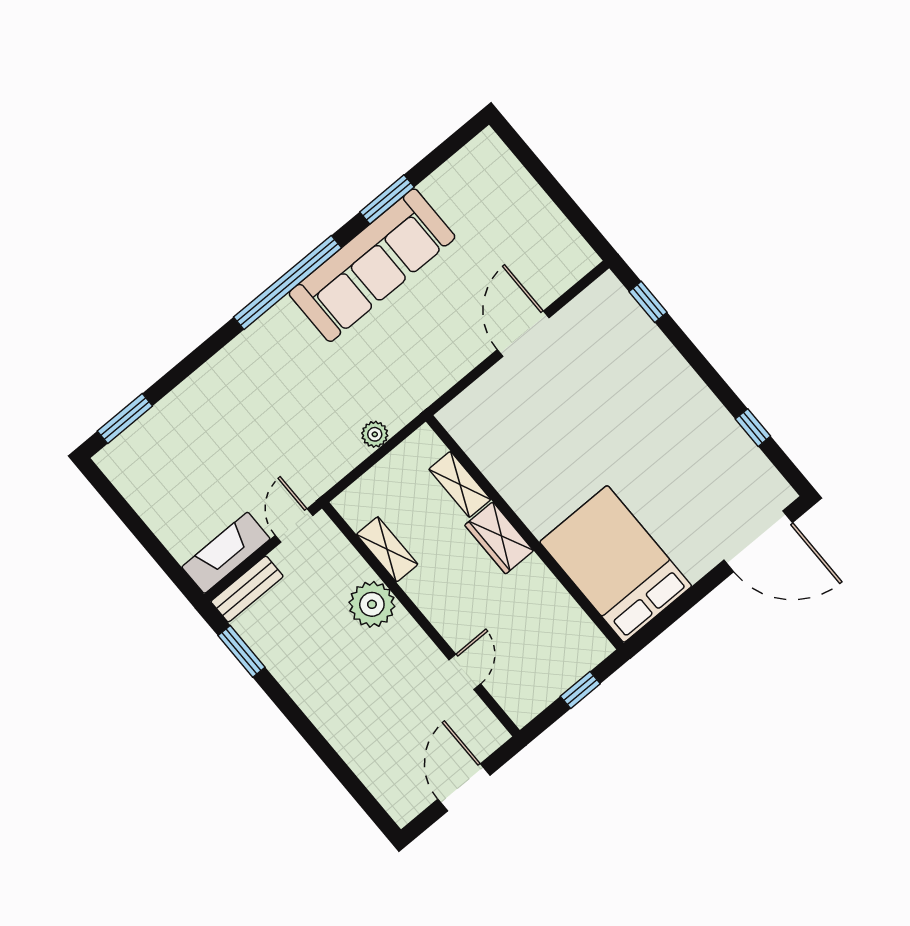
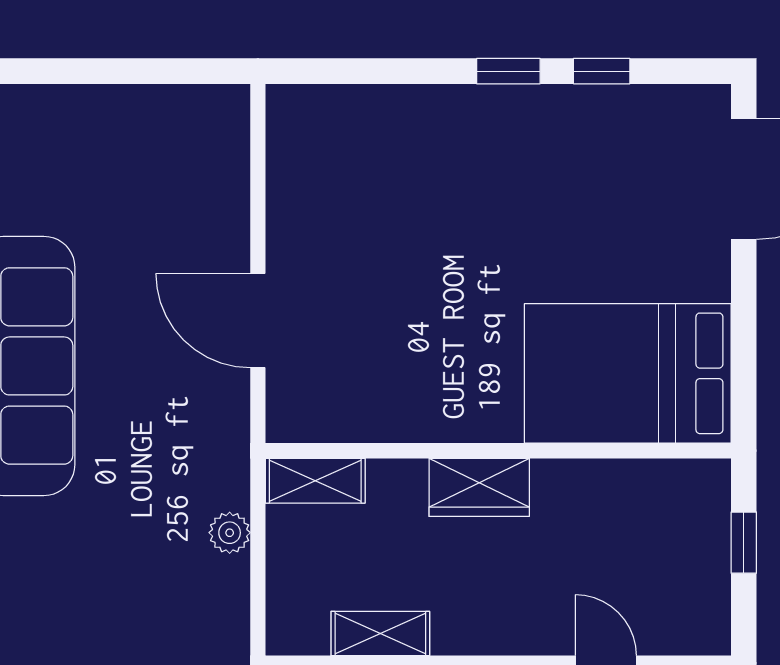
window: (648, 302) -> (508, 71), moved
door: (523, 334) -> (258, 321), moved
shelving: (460, 484) -> (315, 481), moved

